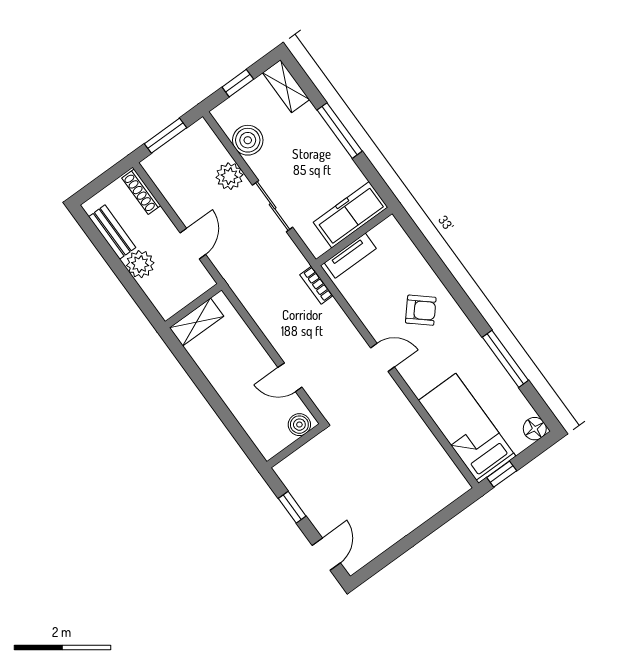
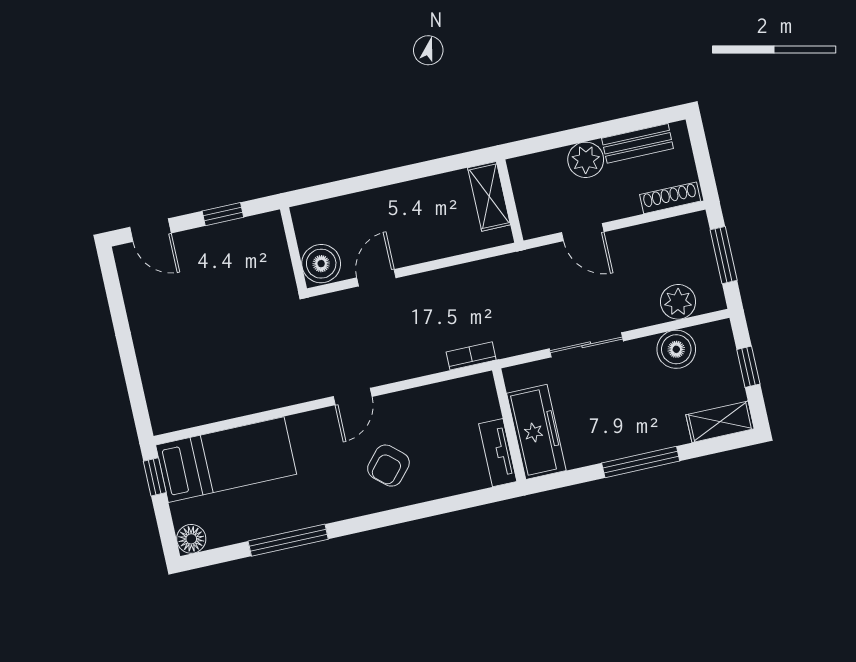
plant: (229, 176) -> (678, 302), moved
tv unit: (350, 256) -> (498, 453), moved
boiler: (299, 425) -> (321, 264), width x1.36, depth x1.36

